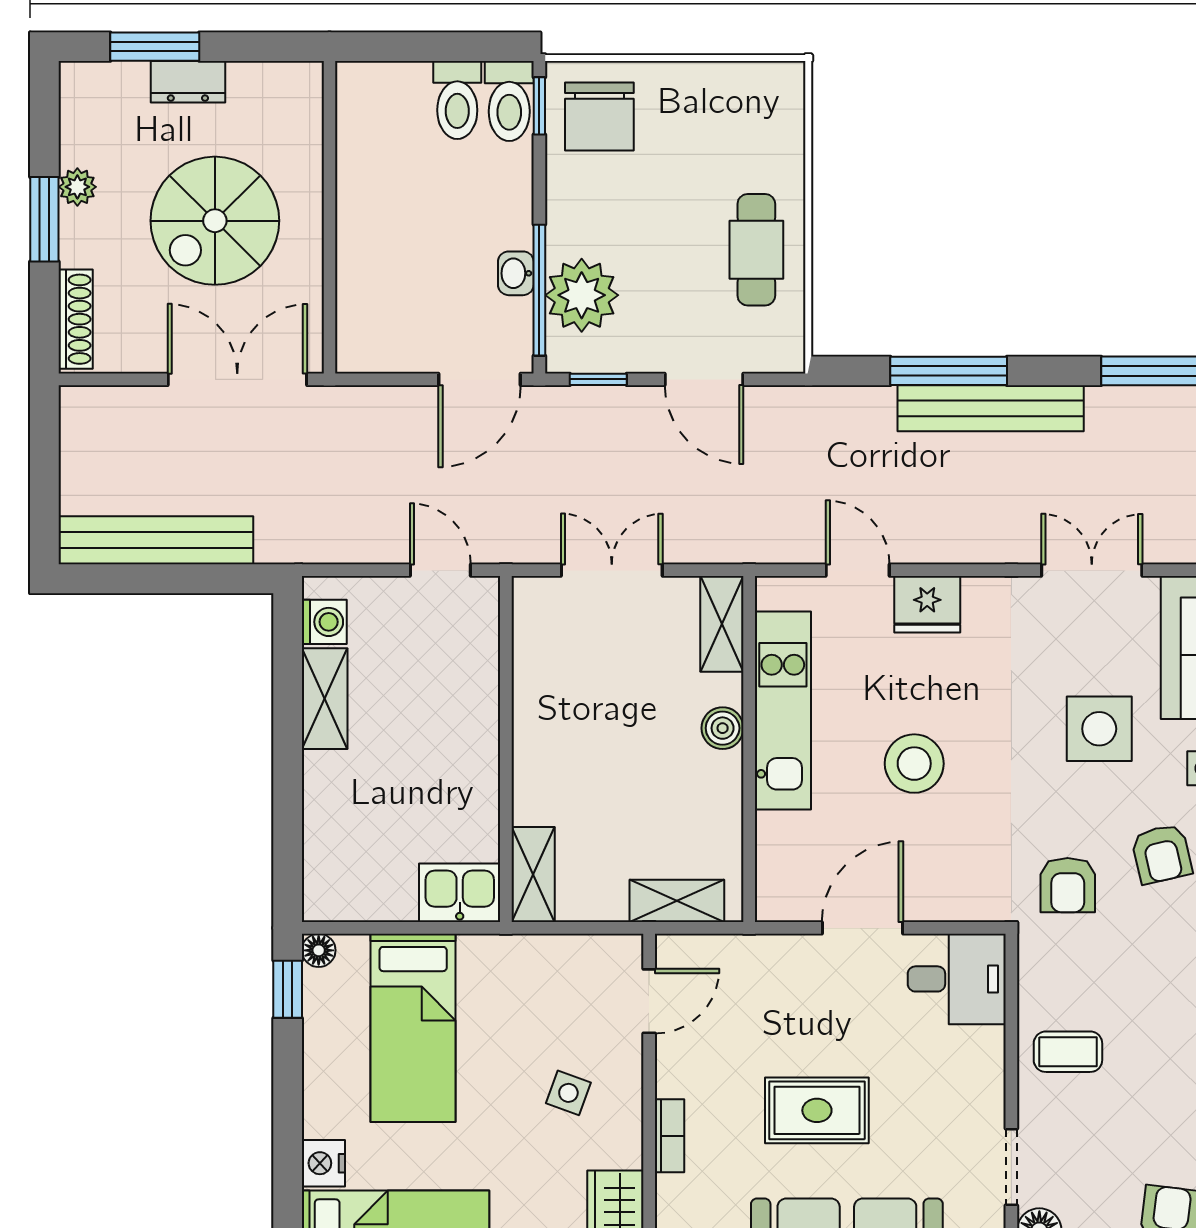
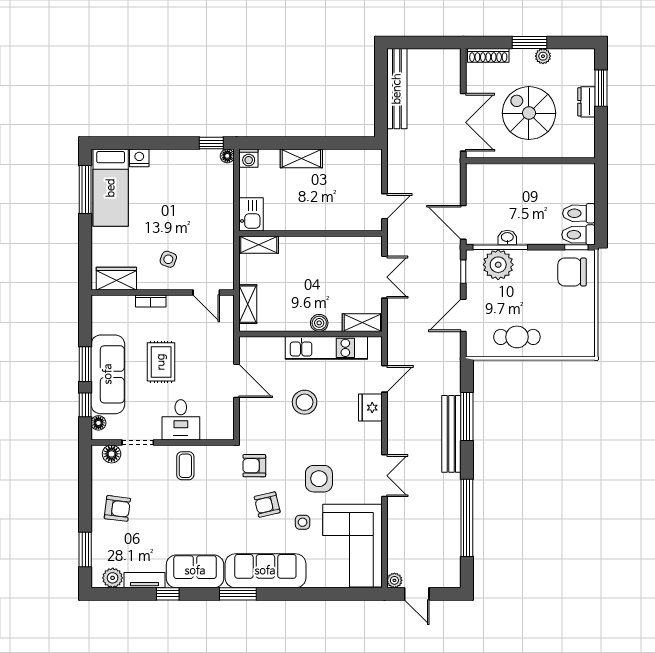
washing machine: (324, 622) -> (249, 158), moved
shelving: (325, 699) -> (301, 158), moved
desk: (957, 979) -> (181, 420), moved
bed: (413, 1028) -> (195, 195), removed

